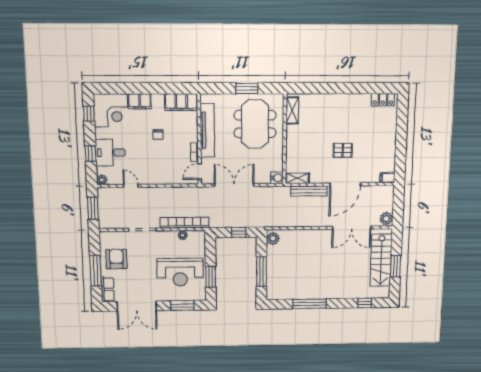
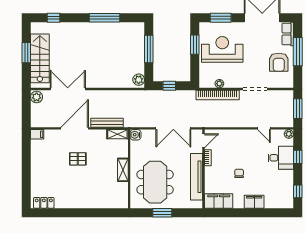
shelving: (292, 110) -> (123, 170), moved
corner desk: (111, 111) -> (279, 194), removed

